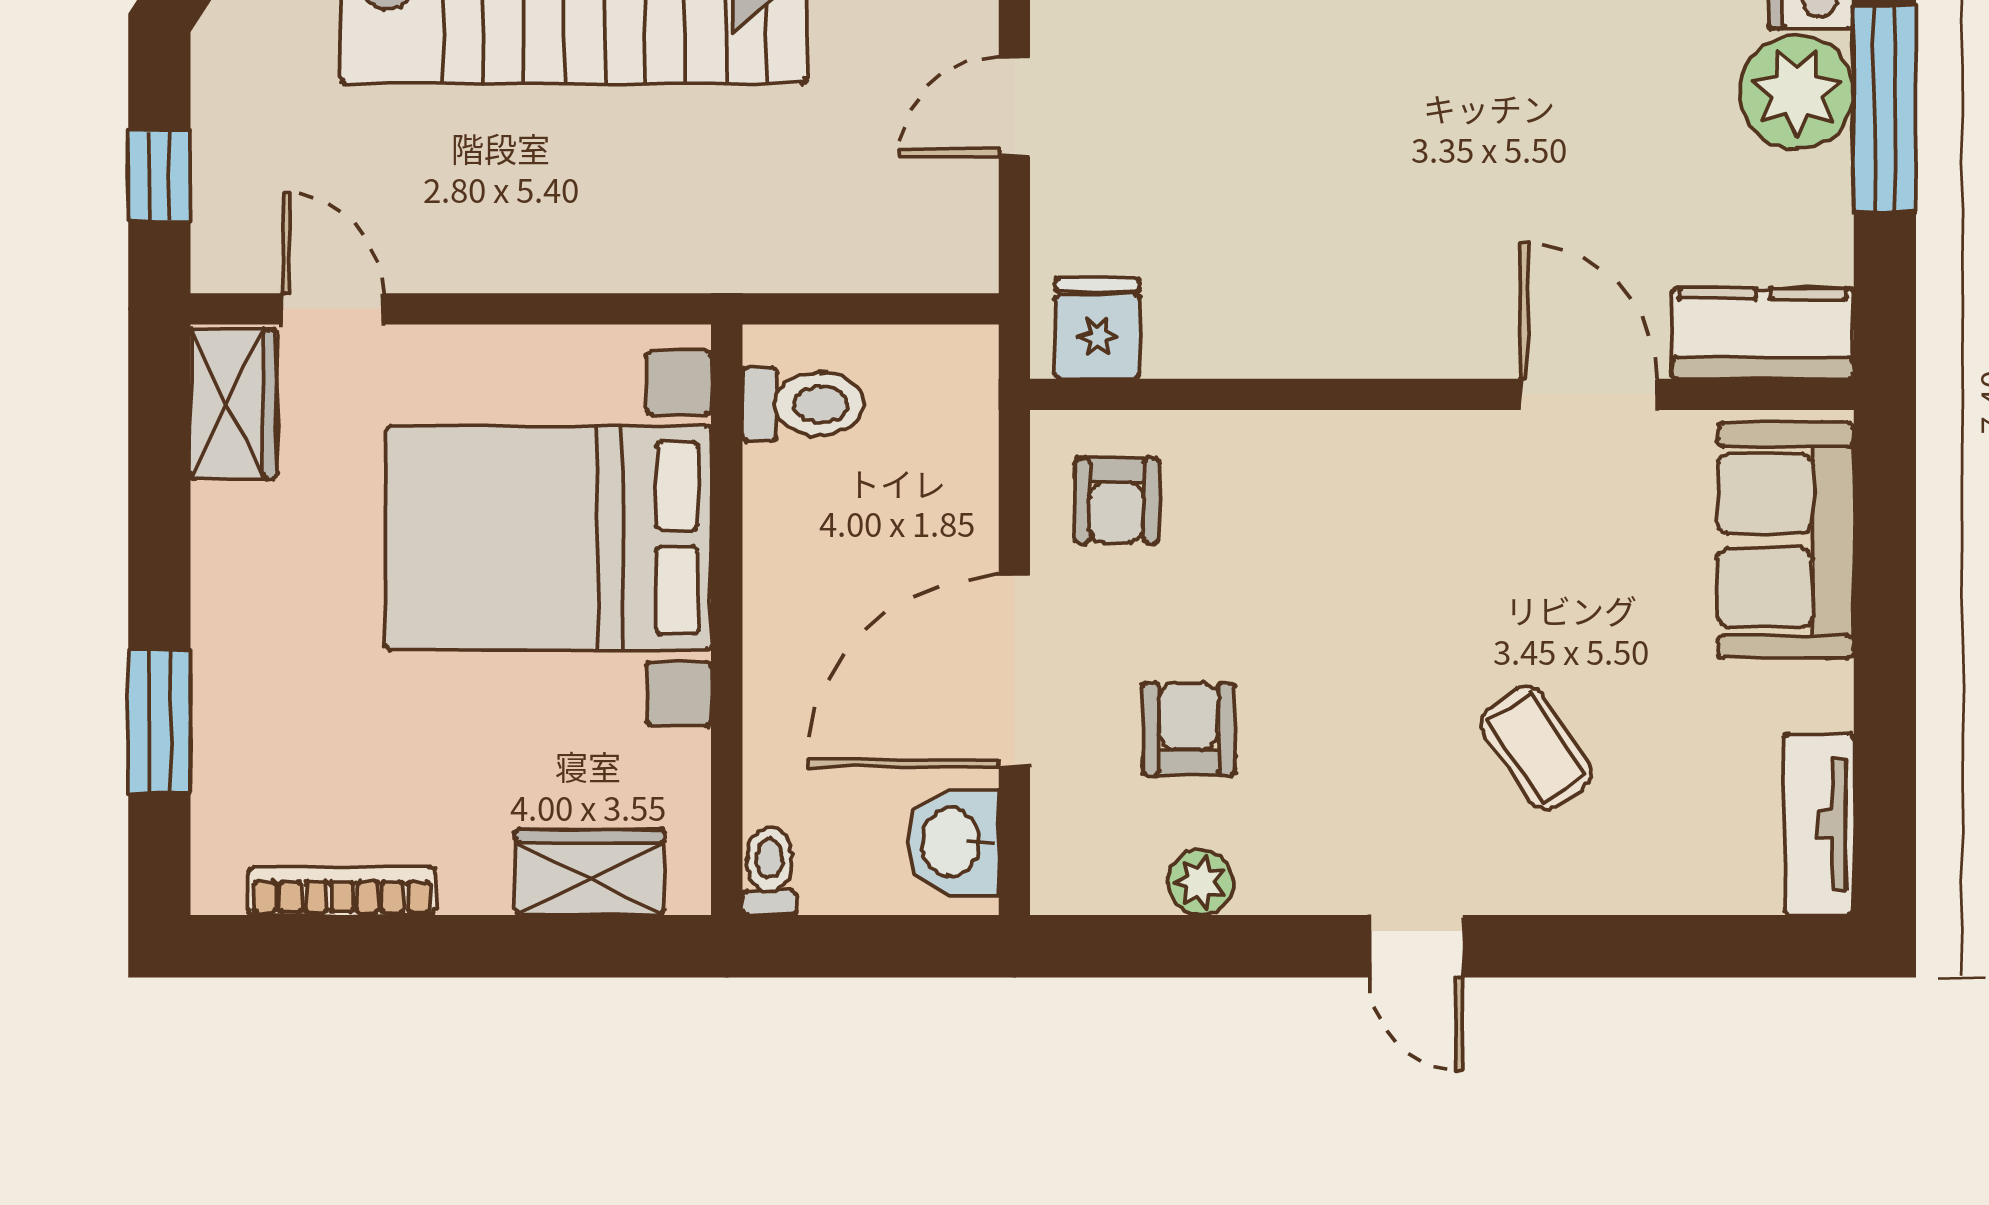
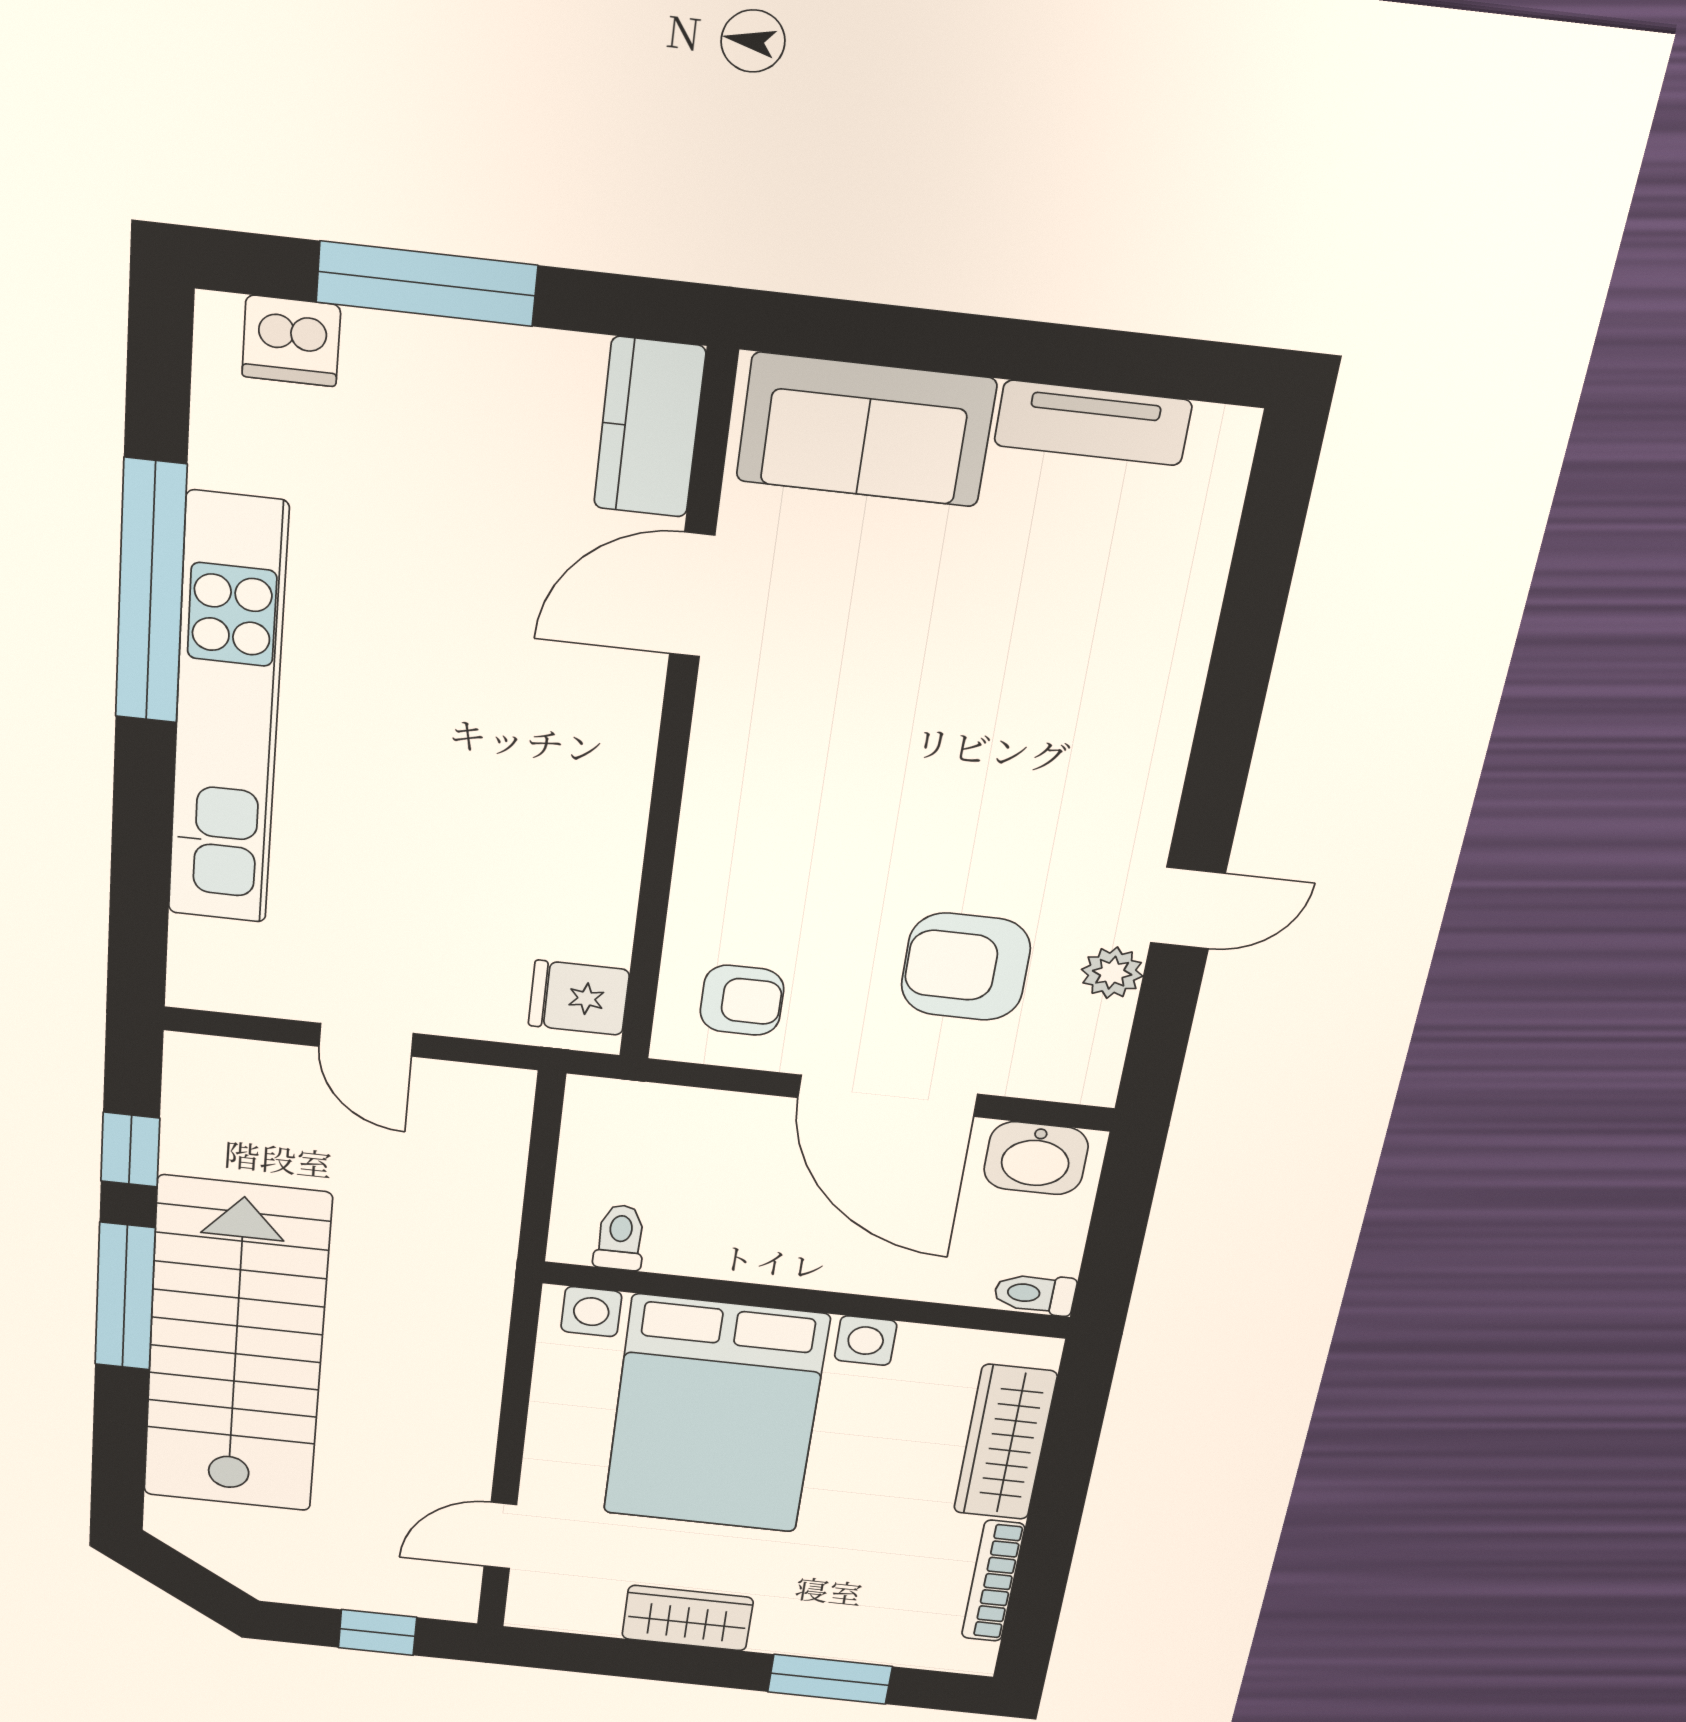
plant: (1797, 92) -> (403, 367), removed
wardrobe: (234, 404) -> (687, 1618), moved
toilet: (804, 404) -> (620, 1237), width x0.73, depth x0.72
armchair: (1189, 729) -> (966, 967), width x1.38, depth x1.38
coffee table: (1536, 748) -> (1037, 680), removed
tv unit: (1819, 824) -> (1093, 423), moved
wardrobe: (590, 872) -> (1005, 1443), width x1.50
door: (1416, 946) -> (1188, 908), moved

